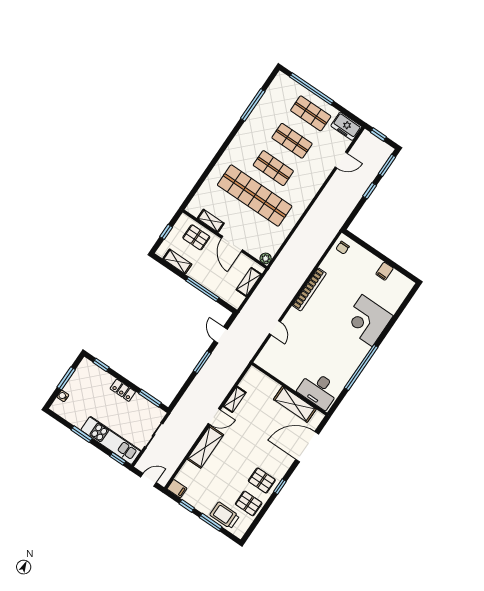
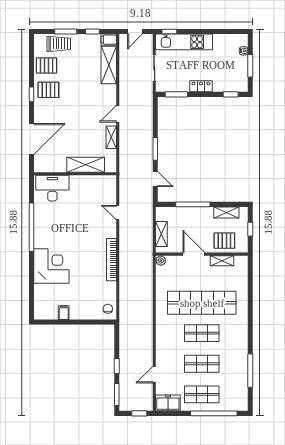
shelving: (295, 404) -> (86, 165), moved
window: (82, 434) -> (210, 32), removed
shelving: (205, 447) -> (109, 65), moved

